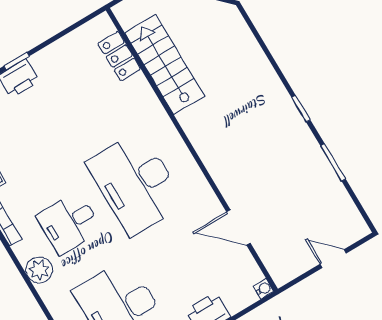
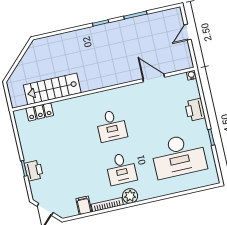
desk: (136, 183) -> (111, 126), width x0.53, depth x0.77
door: (238, 227) -> (154, 78), swing flipped
plant: (39, 270) -> (130, 196), moved

